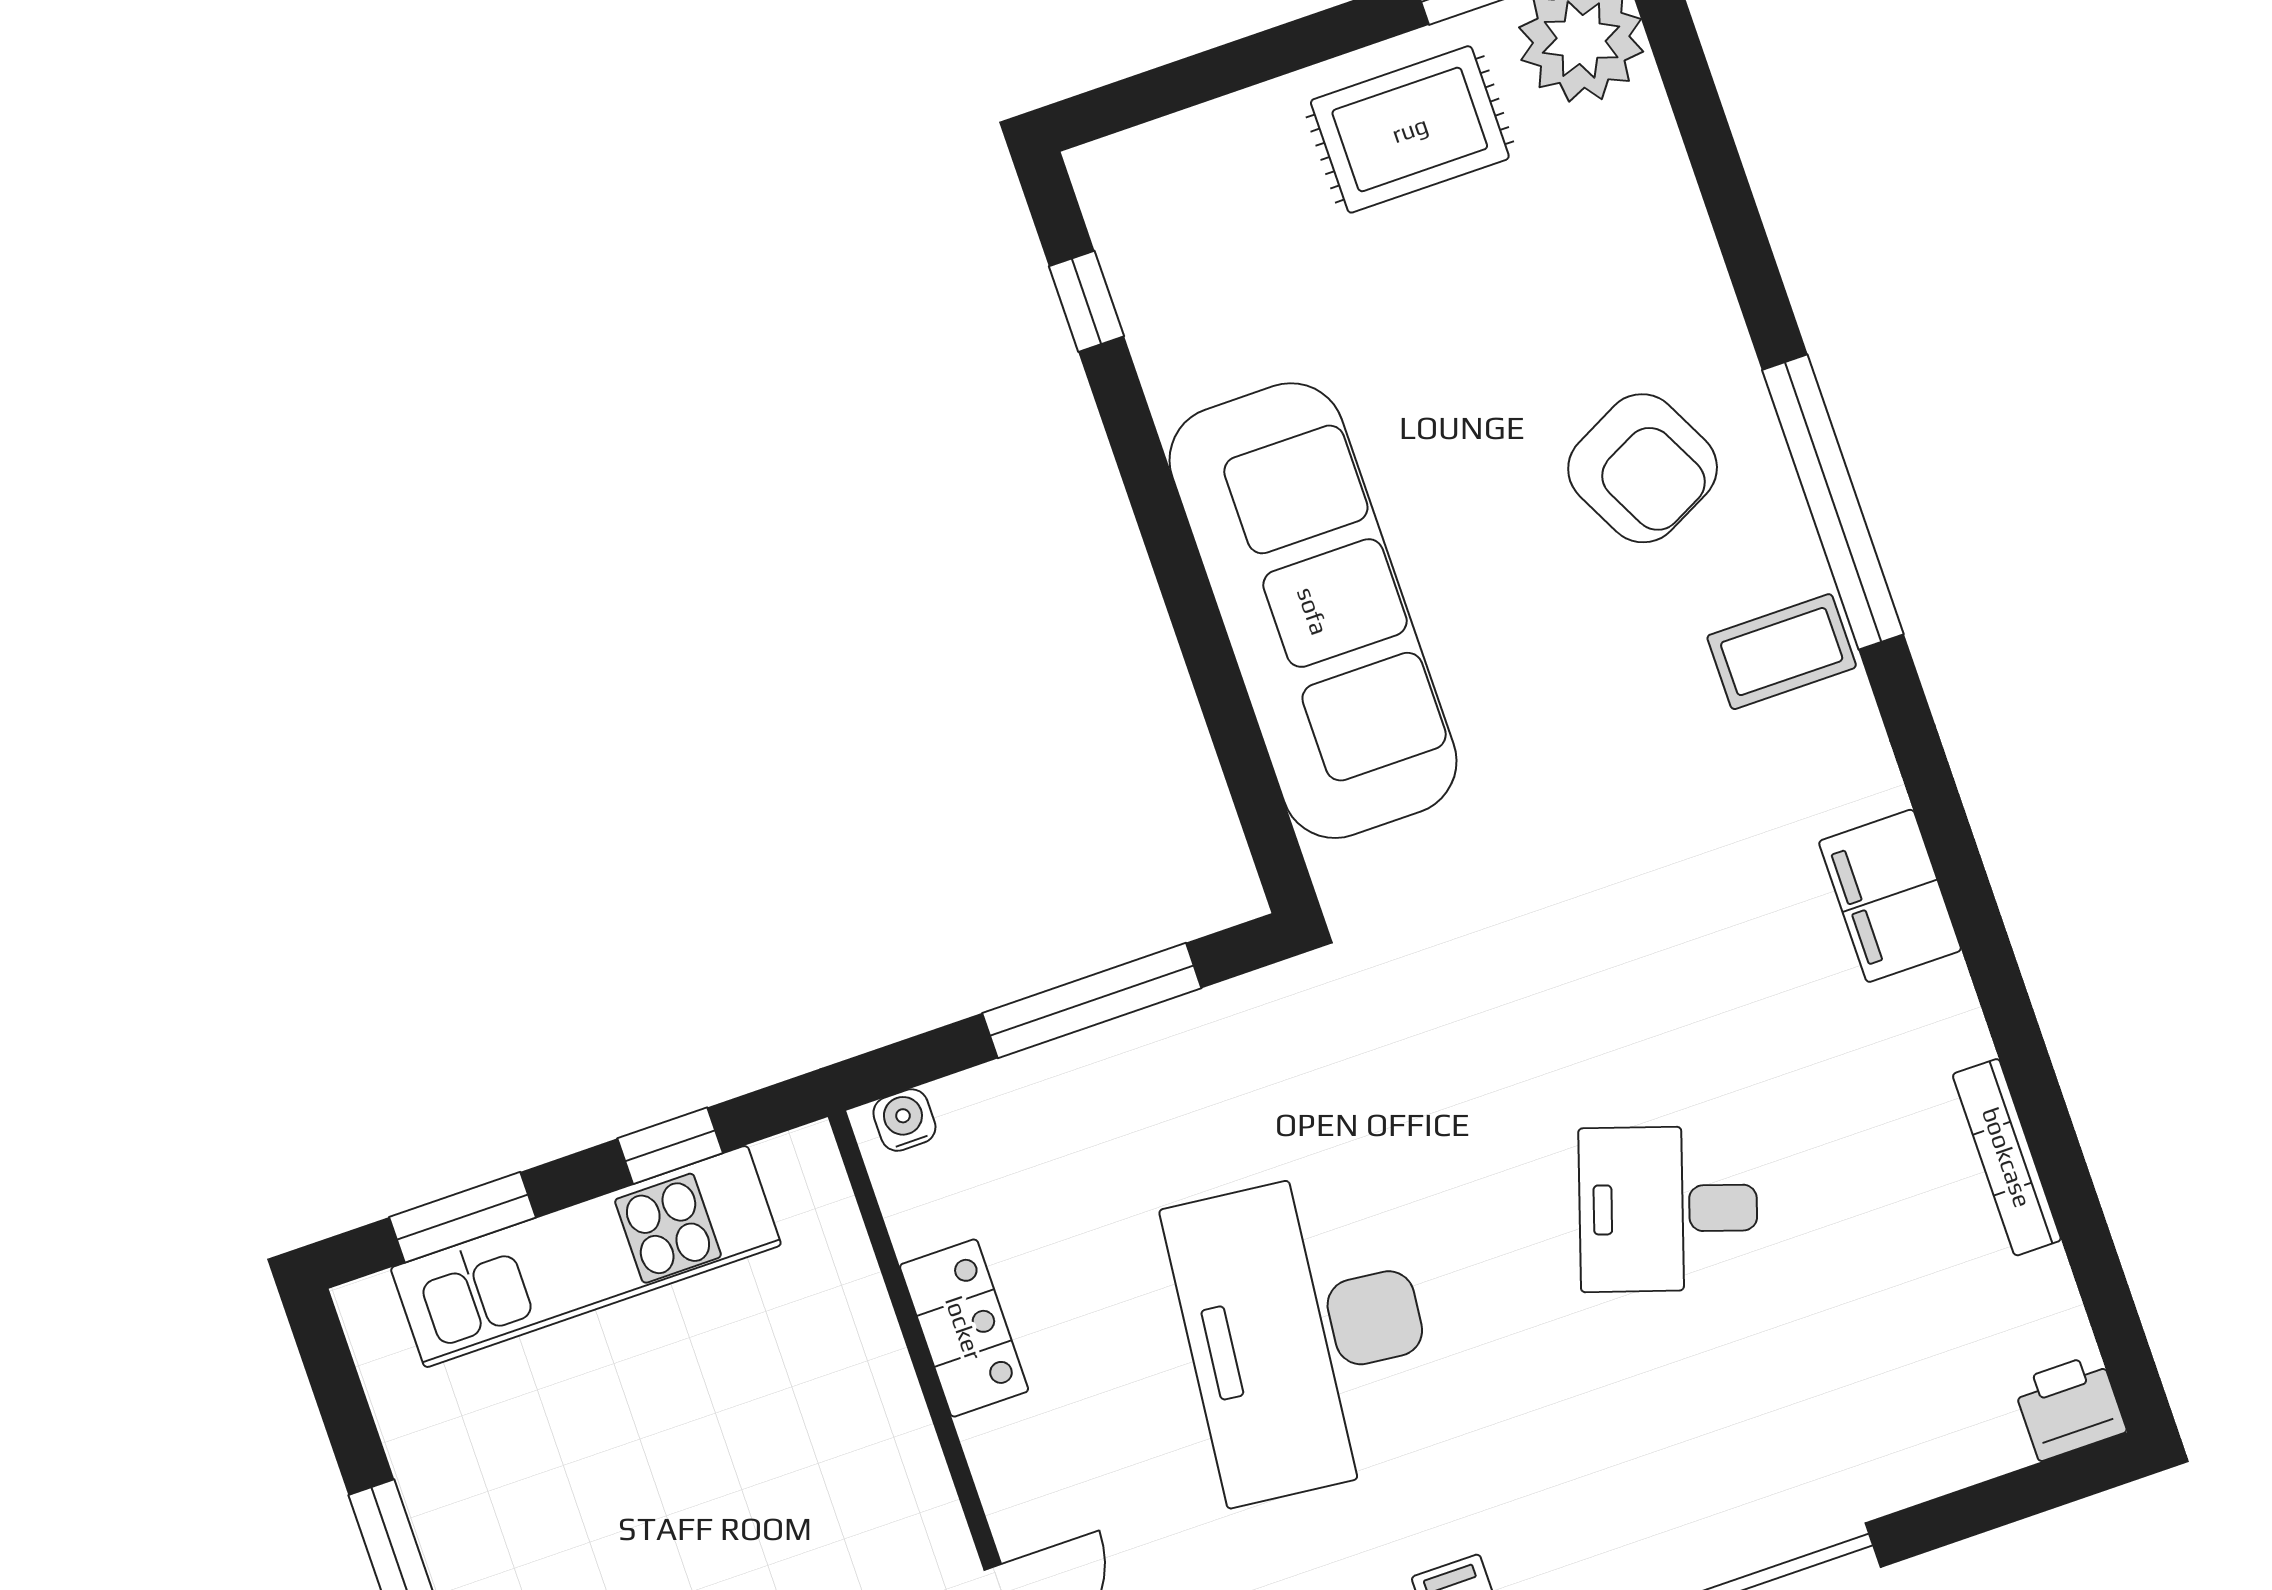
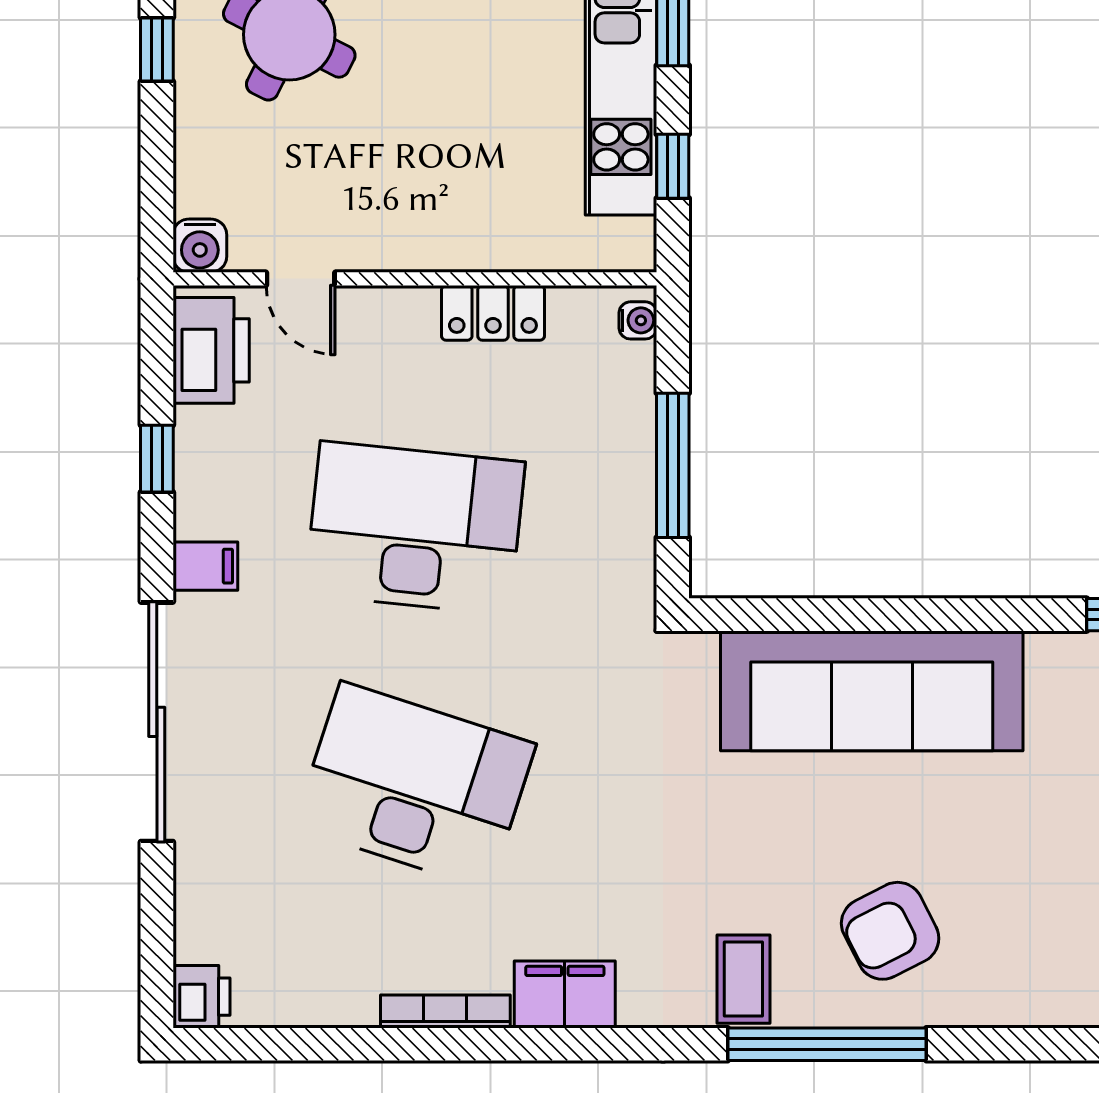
bookcase: (2007, 1157) -> (445, 1011), moved
desk: (1668, 1209) -> (415, 785), width x1.87, depth x1.30

